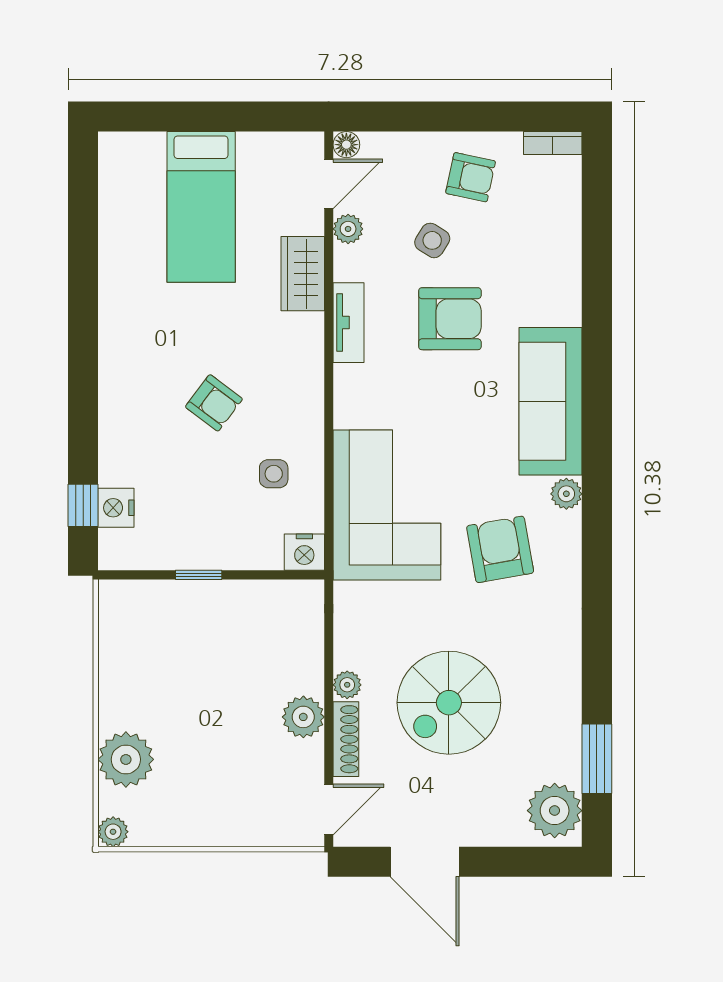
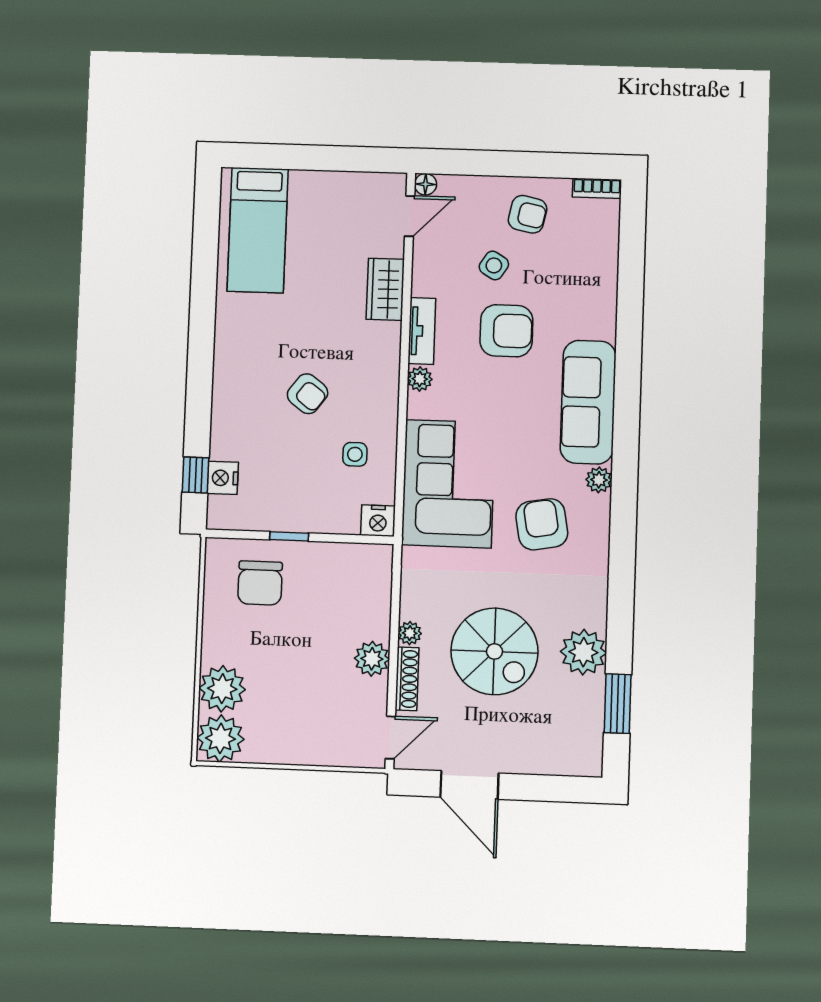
bed: (201, 207) -> (258, 230), moved
plant: (348, 229) -> (420, 379), moved
chair: (166, 632) -> (260, 583), added
spiral stairs: (449, 703) -> (494, 651), turned -90
plant: (555, 811) -> (583, 652), moved
plant: (113, 832) -> (220, 738), width x1.87, depth x1.87

